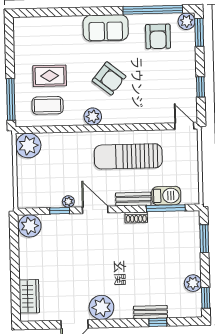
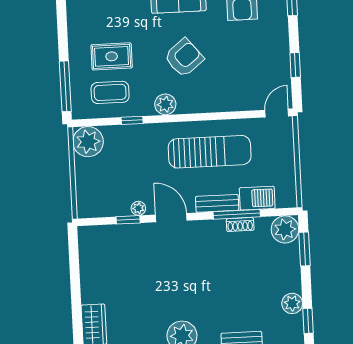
armchair: (109, 78) -> (184, 58), turned -78
door: (184, 126) -> (277, 113), hinge flipped
window: (65, 129) -> (132, 120), added
sun lounger: (128, 156) -> (210, 152), turned 180
window: (166, 208) -> (237, 214), moved
shoe rack: (136, 217) -> (240, 225), moved
plant: (30, 226) -> (285, 229), moved

